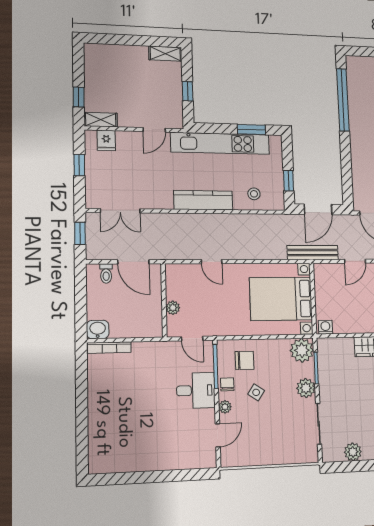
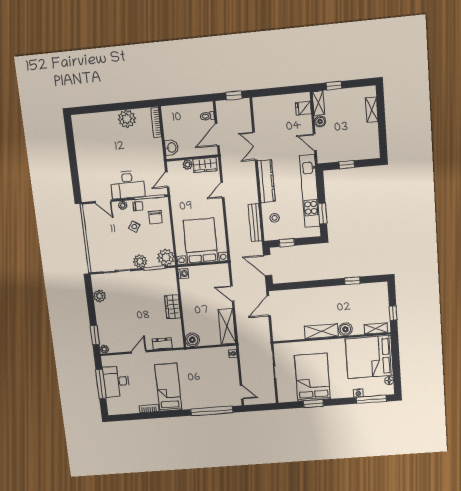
shelving: (165, 54) -> (372, 110), moved
window: (343, 100) -> (352, 281), width x0.32
boiler: (126, 120) -> (320, 121), added
window: (79, 165) -> (283, 91), removed
double door: (120, 211) -> (255, 146), moved
bench: (313, 253) -> (255, 223), moved
wardrobe: (175, 283) -> (205, 165), added
washbasin: (98, 330) -> (171, 148), moved
plant: (100, 390) -> (127, 119), added
desk: (196, 390) -> (128, 185), width x1.37

